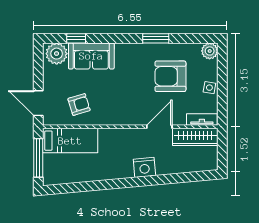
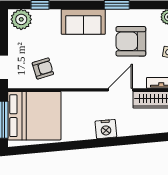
sofa: (91, 56) -> (83, 22), moved
bed: (70, 141) -> (34, 116), width x2.04

